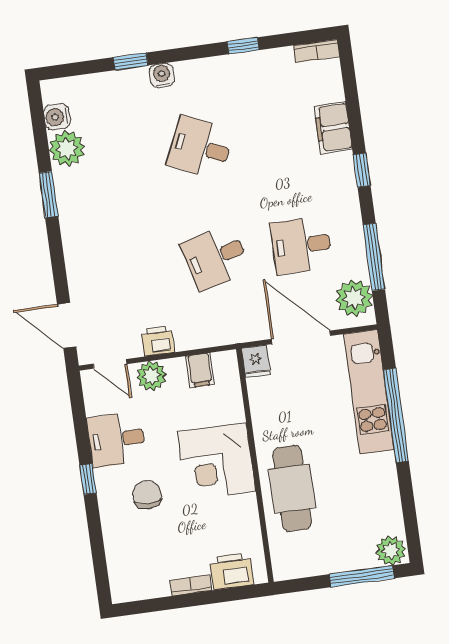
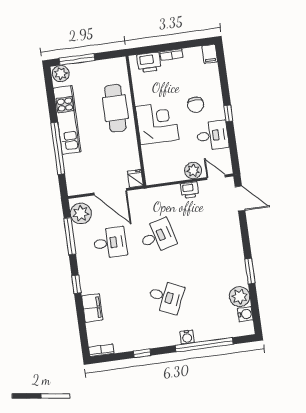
window: (131, 61) -> (204, 345), width x3.17
filing cabinet: (200, 370) -> (210, 54), moved, turned 180
kitchen unit: (369, 392) -> (67, 120), moved

